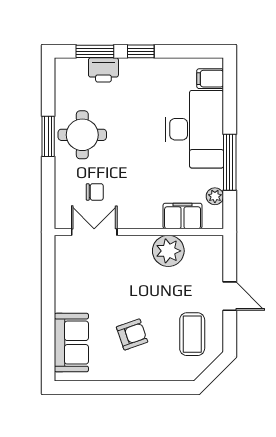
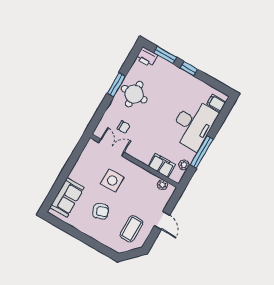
printer: (103, 70) -> (147, 57), moved
plant: (168, 251) -> (162, 185), moved, width x0.53, depth x0.53
side table: (123, 280) -> (112, 181), added

